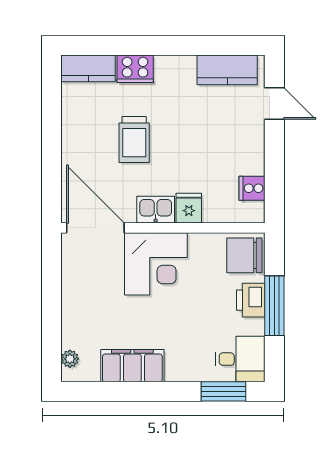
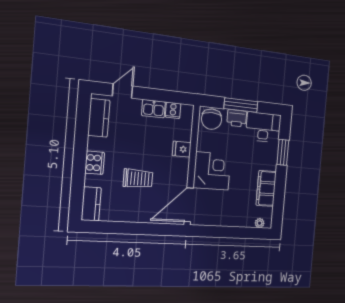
cooker: (135, 69) -> (95, 163), moved
kitchen sink: (156, 210) -> (153, 109), moved, turned -90
desk: (240, 359) -> (263, 127), width x1.37
window: (223, 391) -> (283, 152), moved

